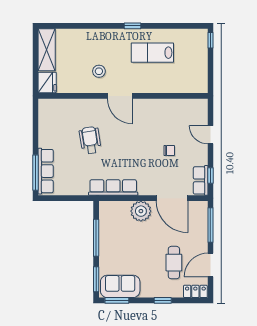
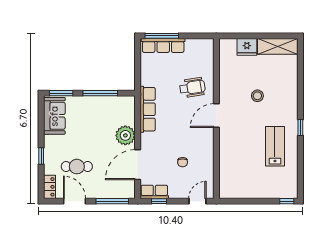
door: (120, 96) -> (216, 116), moved
wall: (123, 96) -> (216, 118), moved
window: (117, 300) -> (41, 113), removed

